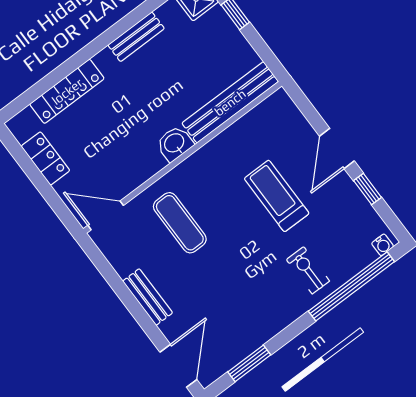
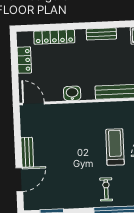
washbasin: (175, 143) -> (72, 93), moved
exercise mat: (180, 223) -> (64, 129), removed
door: (178, 366) -> (19, 180), moved

